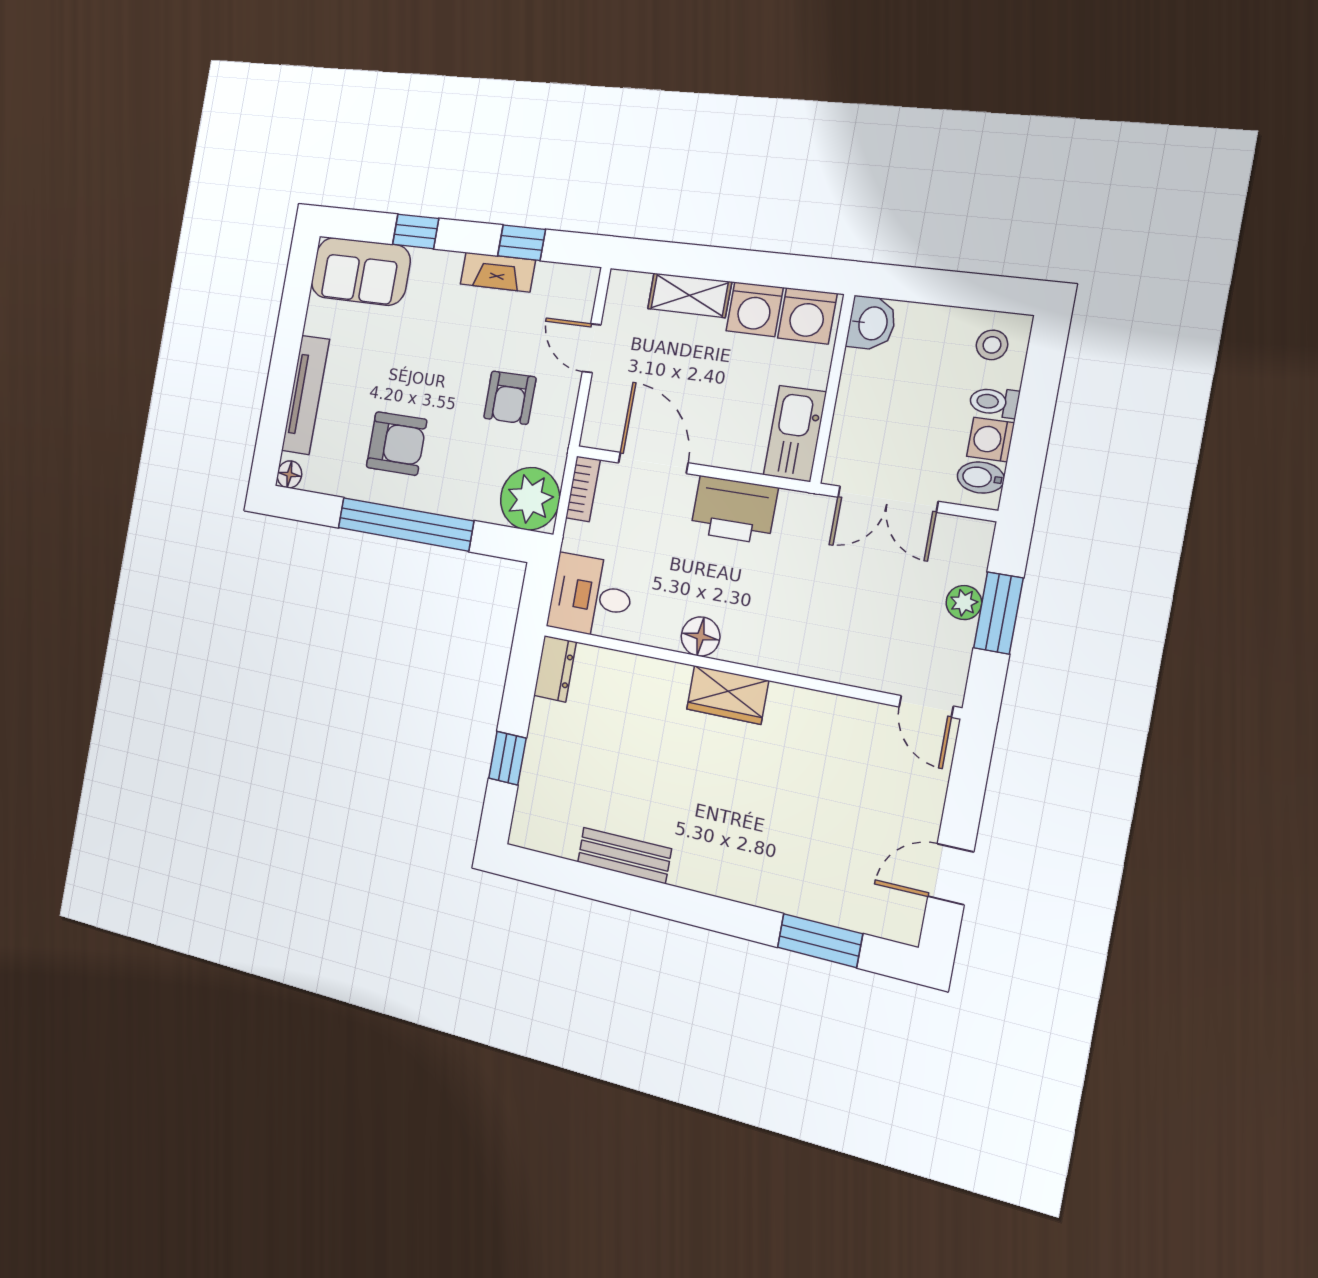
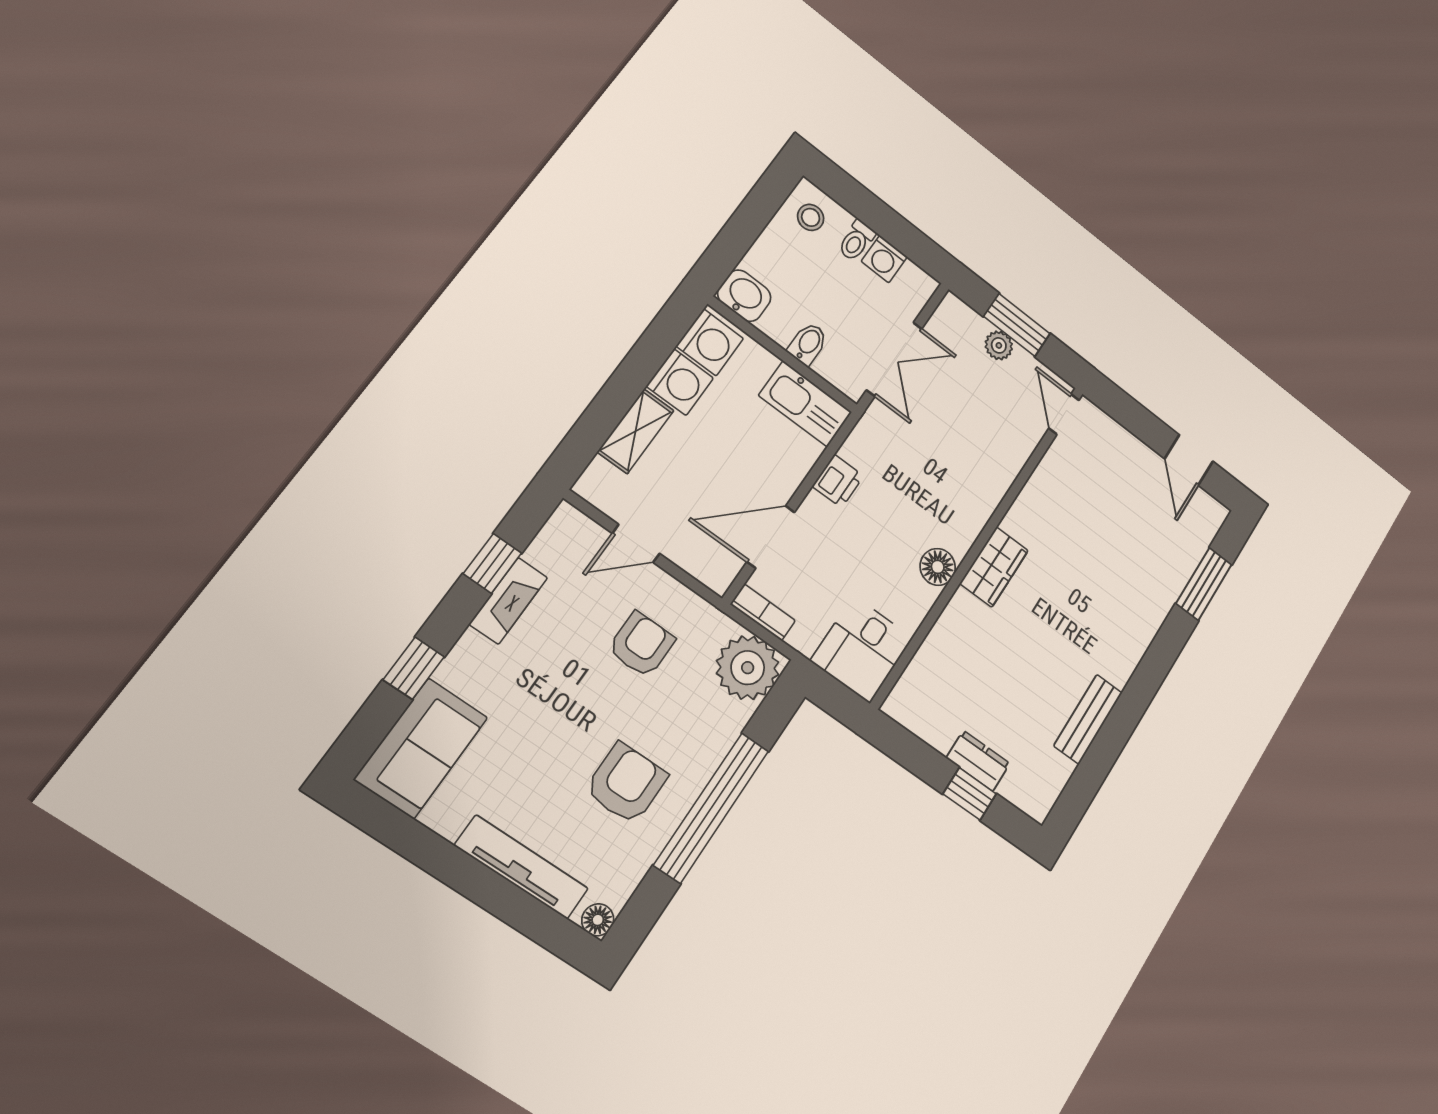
armchair: (510, 398) -> (641, 645), turned -90
bidet: (981, 478) -> (808, 344), moved, turned 180
printer: (734, 510) -> (838, 481), width x0.53, depth x0.68
dresser: (555, 669) -> (978, 761), moved
door: (926, 706) -> (1064, 414), swing flipped

